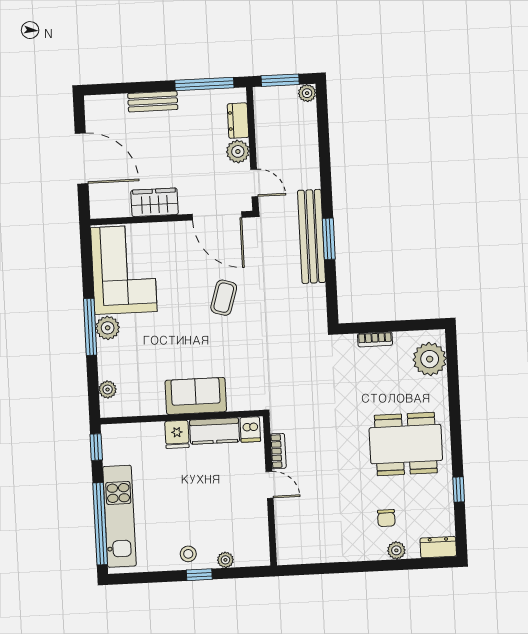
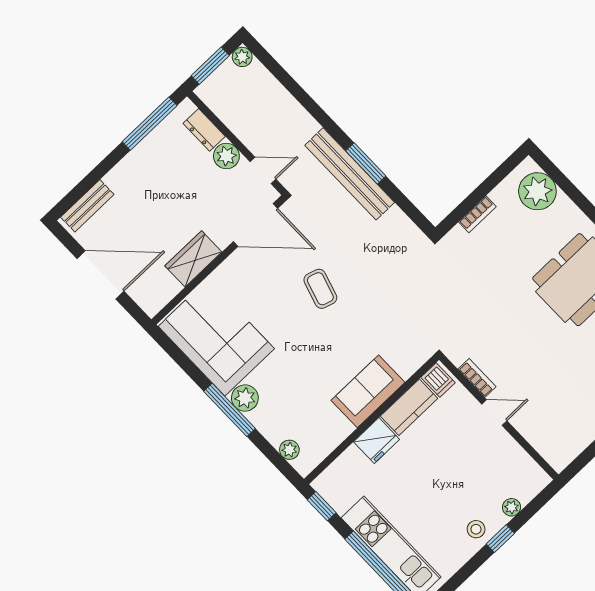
bench: (153, 101) -> (87, 206), moved
fridge: (177, 434) -> (377, 441), width x1.38

